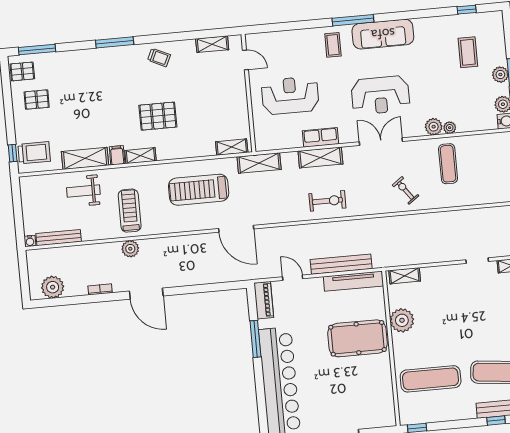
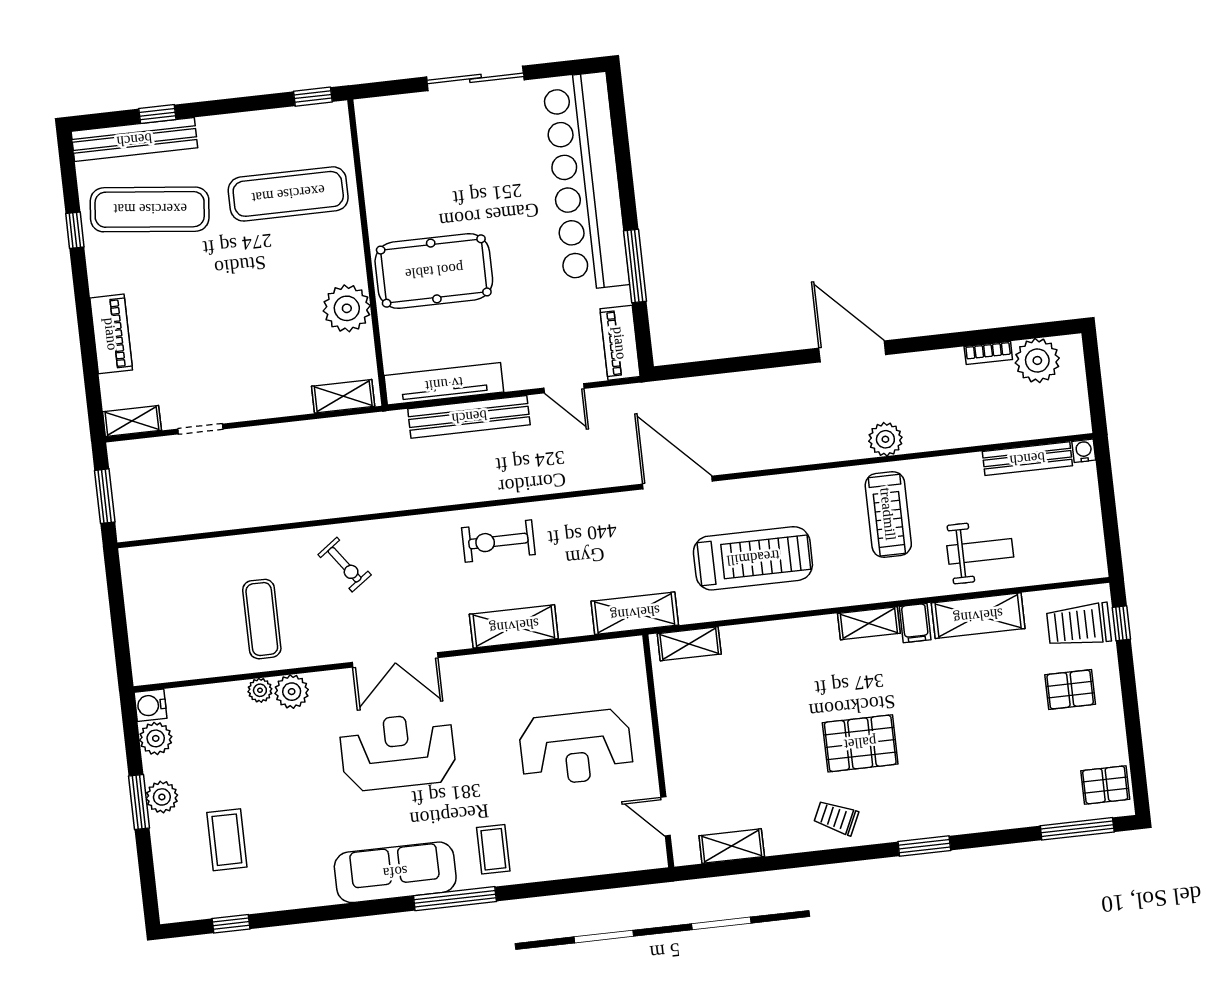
window: (115, 42) -> (924, 846), width x0.69
pallet: (37, 100) -> (1070, 689), moved
pallet: (158, 116) -> (860, 743), moved
row of seats: (320, 137) -> (514, 666), removed
bookcase: (100, 289) -> (988, 353), moved

